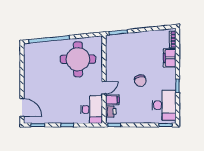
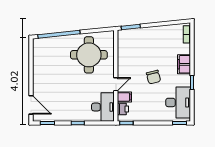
filing cabinet: (170, 58) -> (184, 64), moved

